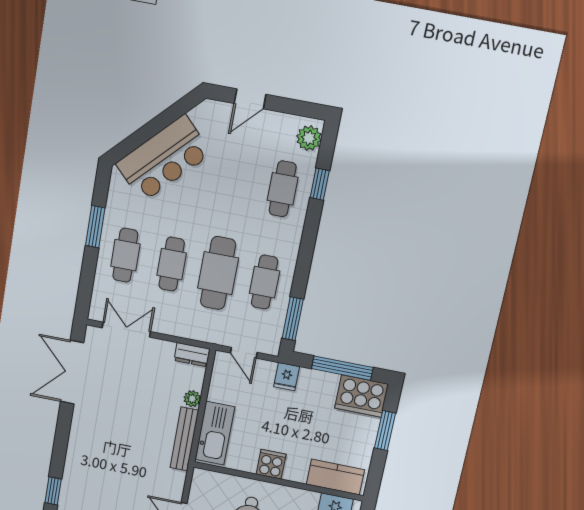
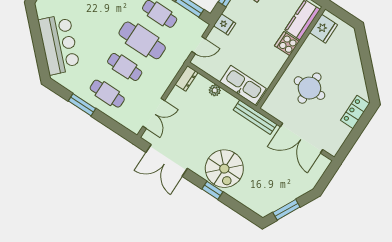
double door: (126, 330) -> (154, 113), swing flipped
bench: (184, 439) -> (255, 117), moved
spiral stairs: (95, 452) -> (224, 169), added
cooker: (271, 464) -> (287, 44), moved
window: (53, 491) -> (212, 190), moved

